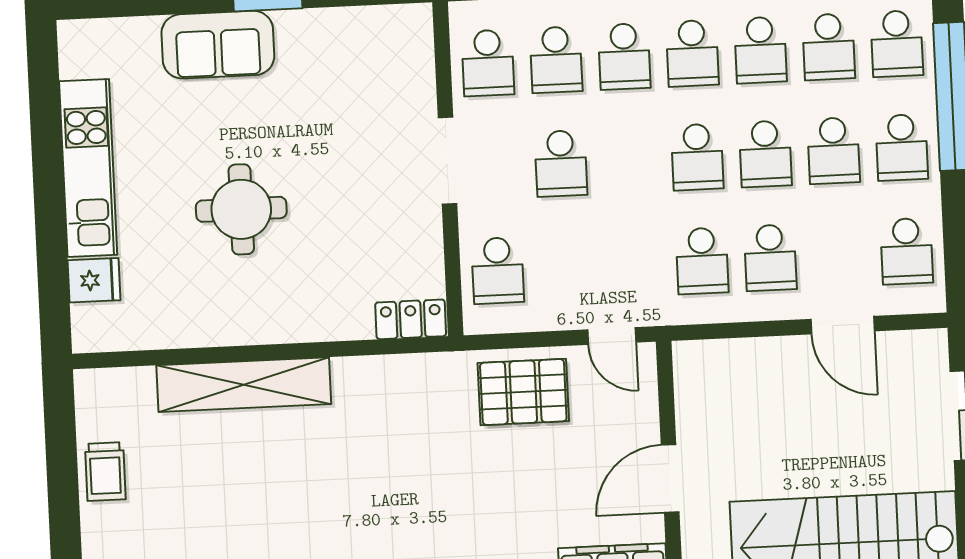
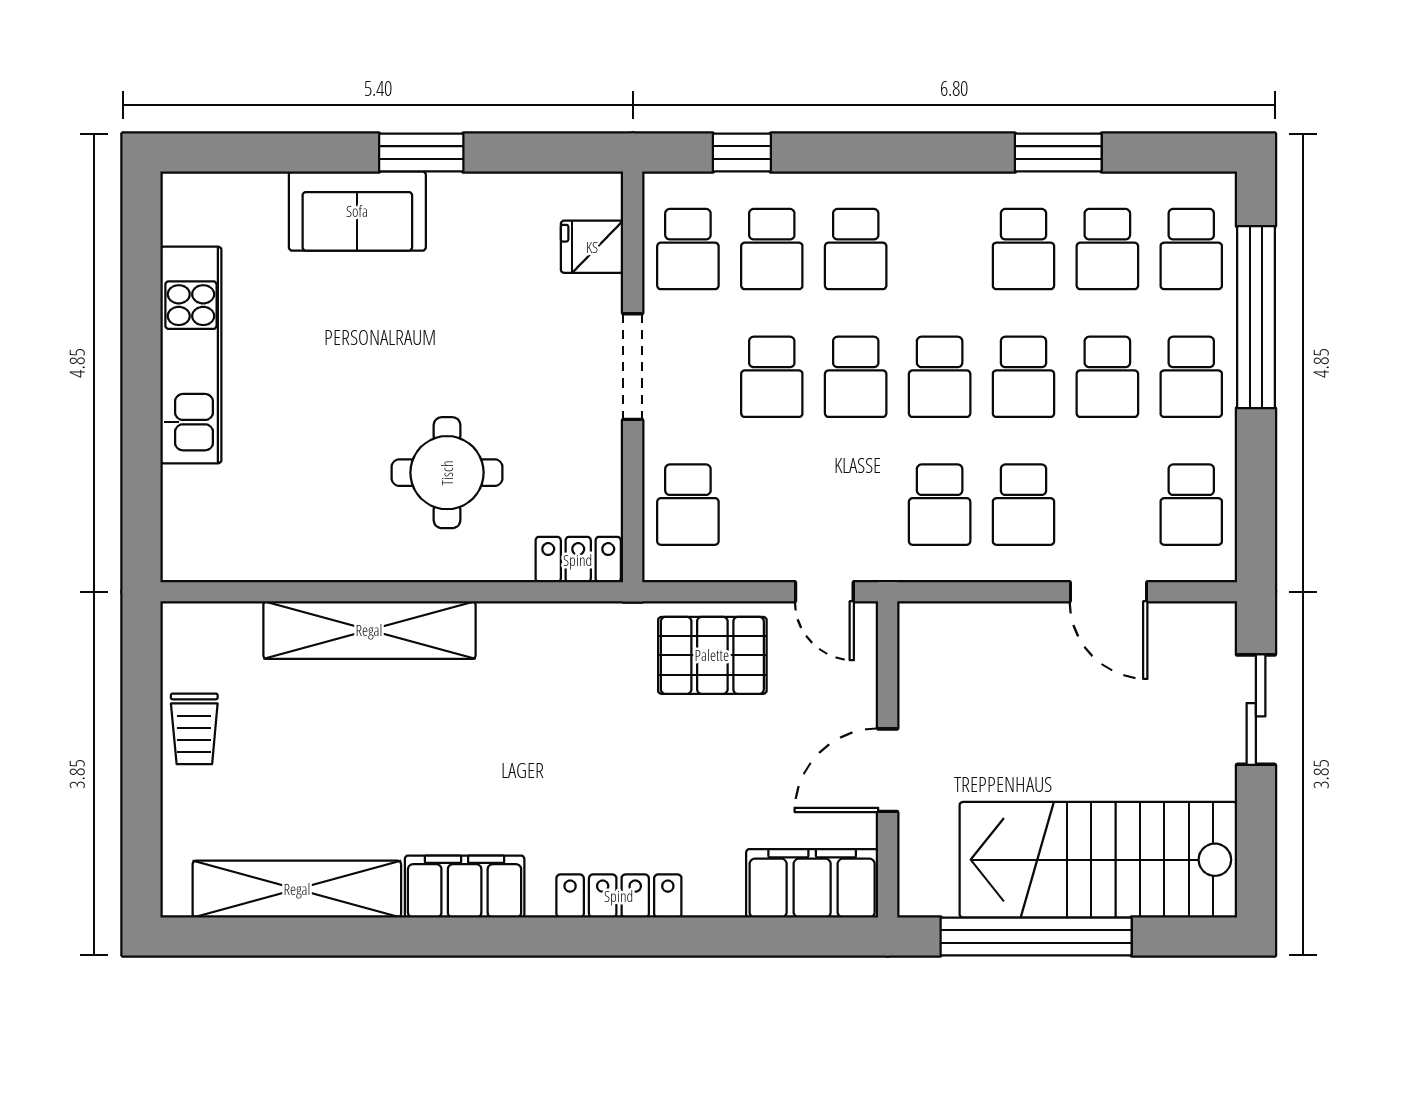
school desk: (692, 53) -> (856, 377), moved
round table: (241, 209) -> (447, 473), moved
fridge: (94, 280) -> (592, 247), moved, turned 180

